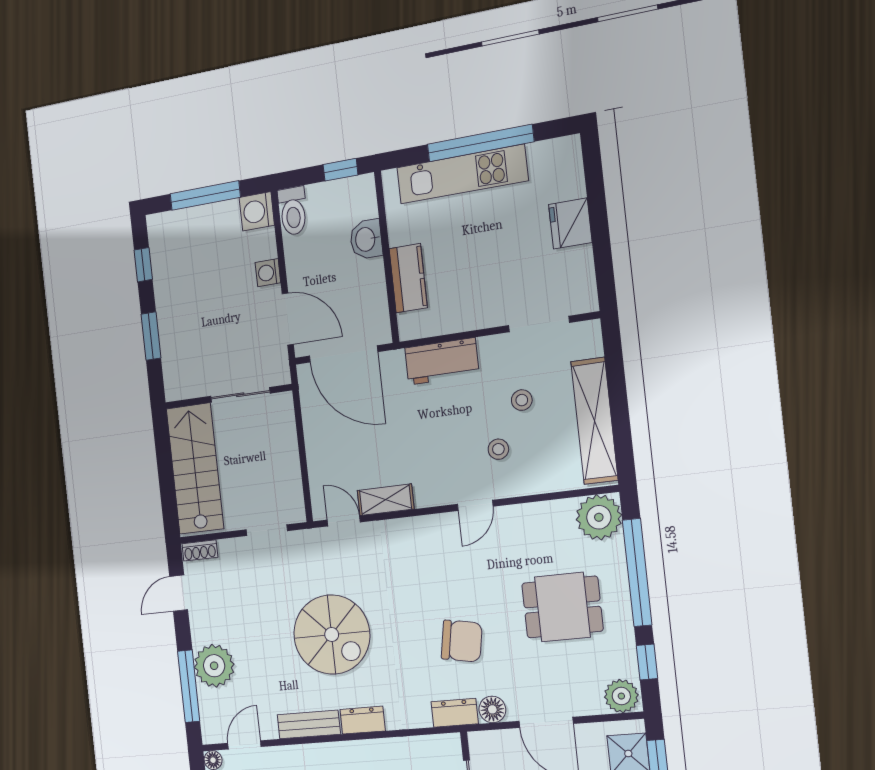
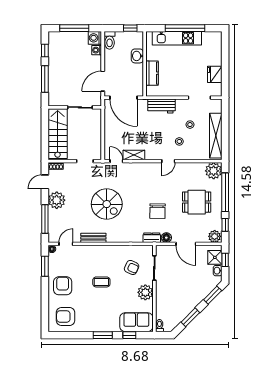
fridge: (570, 223) -> (215, 74), moved
washing machine: (268, 273) -> (97, 50), moved
door: (288, 319) -> (103, 81), swing flipped
window: (151, 336) -> (45, 79), width x1.44
chair: (462, 641) -> (157, 211), turned 81
plant: (214, 666) -> (57, 200), moved
dresser: (363, 720) -> (115, 238), removed

